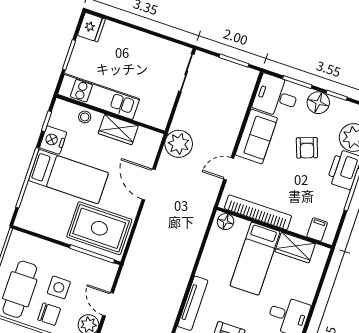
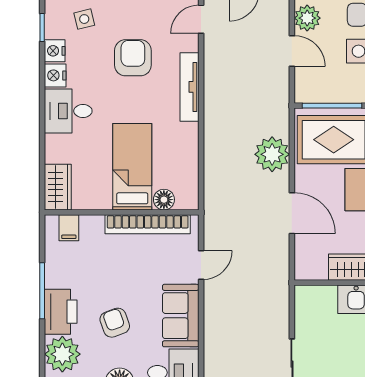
plant: (179, 144) -> (272, 154), moved
floor lamp: (226, 222) -> (164, 200), moved
wardrobe: (295, 248) -> (58, 187), moved, turned 90

